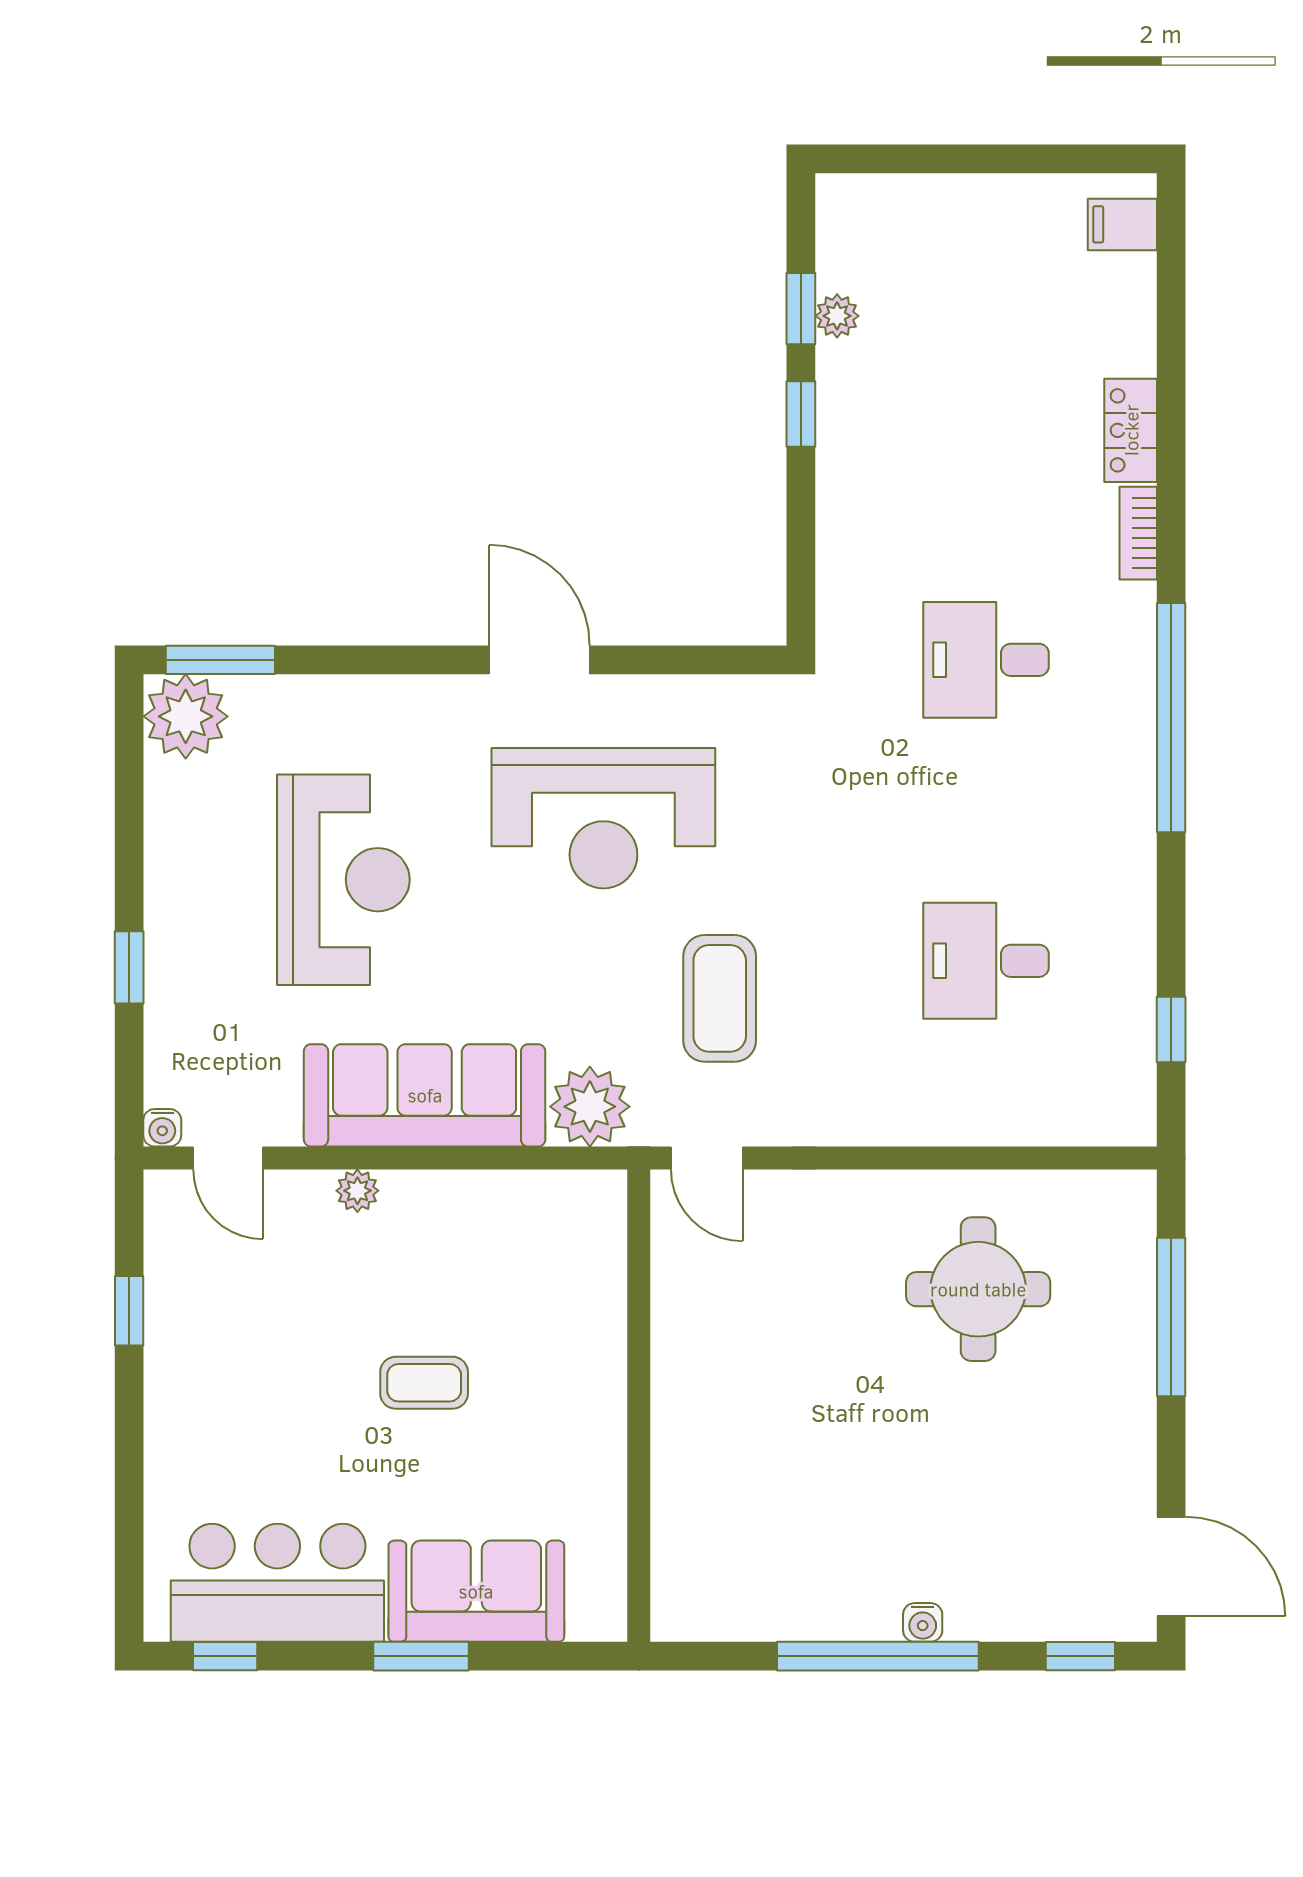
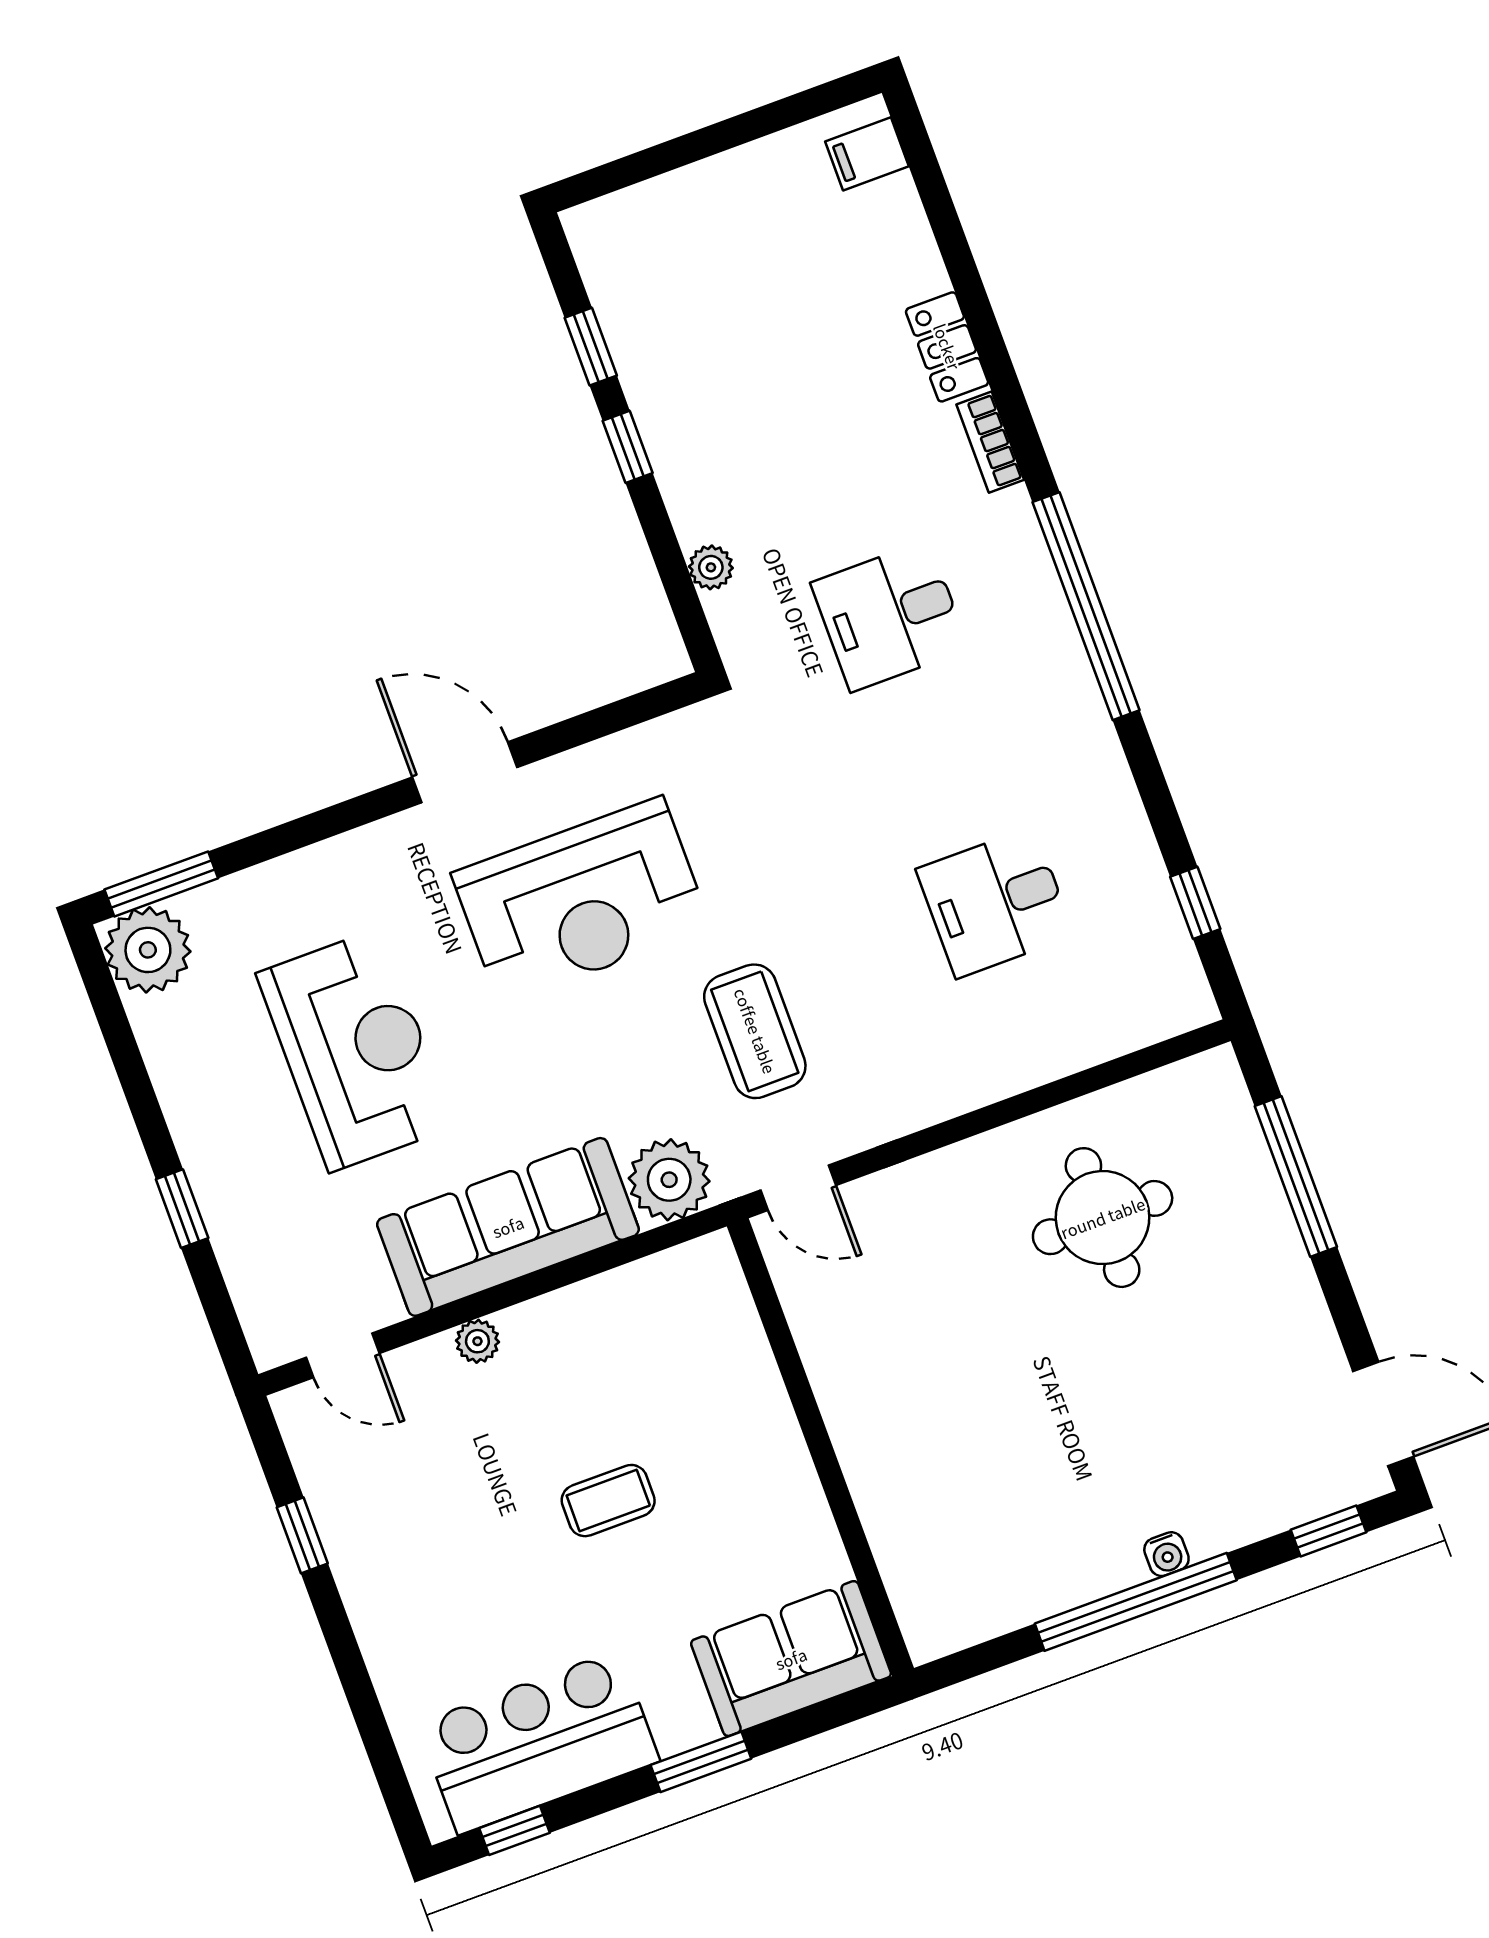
plant: (837, 316) -> (711, 567), moved
water cooler: (162, 1128) -> (270, 1350), removed
sofa: (476, 1591) -> (791, 1659), moved

